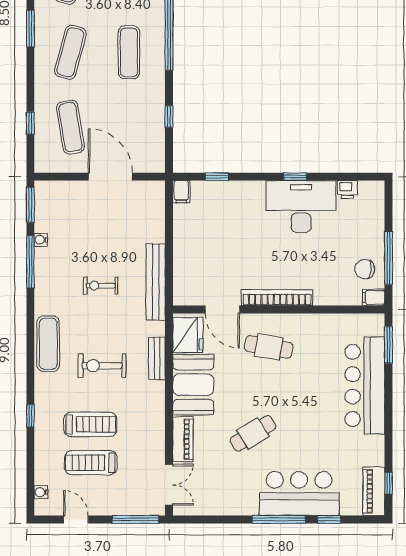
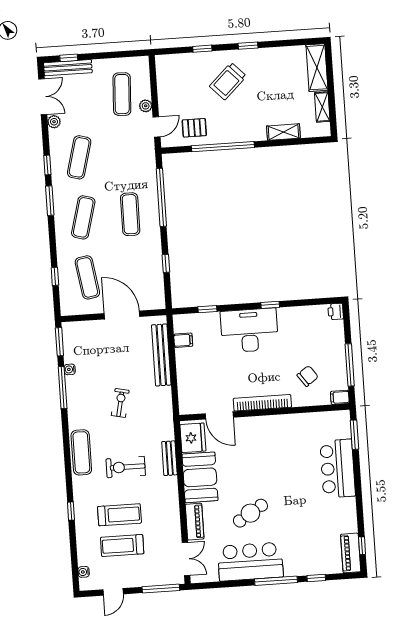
printer: (347, 190) -> (336, 312), moved, turned 90
filing cabinet: (181, 192) -> (183, 340), moved, turned -90
desk: (301, 207) -> (249, 330), moved
chair: (365, 269) -> (308, 376), moved, turned 137
bench: (156, 282) -> (161, 355), moved
exercise bike: (101, 286) -> (120, 403), turned 102
cafe table: (269, 347) -> (258, 443), removed
bar counter: (365, 385) -> (338, 469), width x0.73
bar counter: (299, 494) -> (250, 562), moved
door: (76, 519) -> (113, 592), swing flipped

